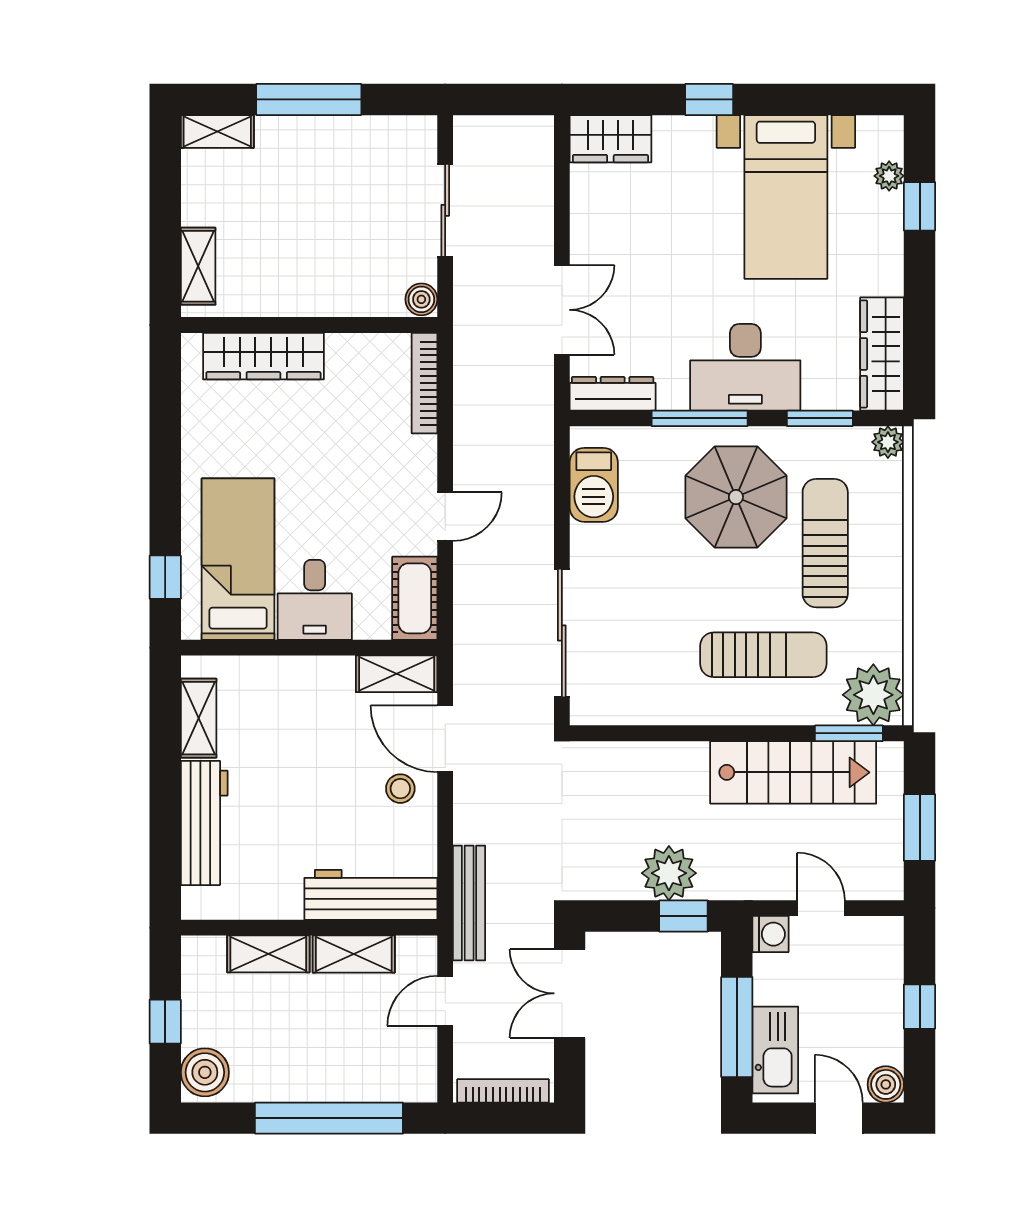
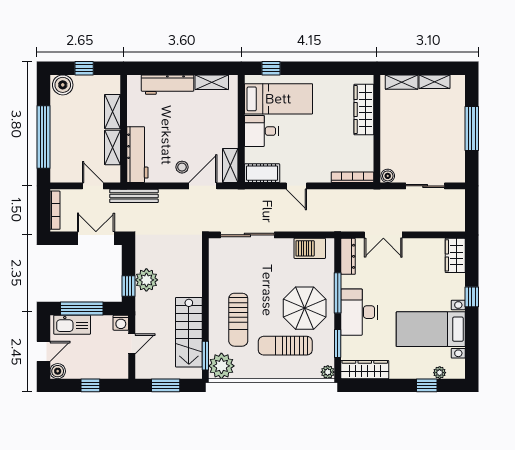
shelving: (217, 131) -> (434, 82), moved, turned 90
sun lounger: (825, 543) -> (285, 346), turned 180

